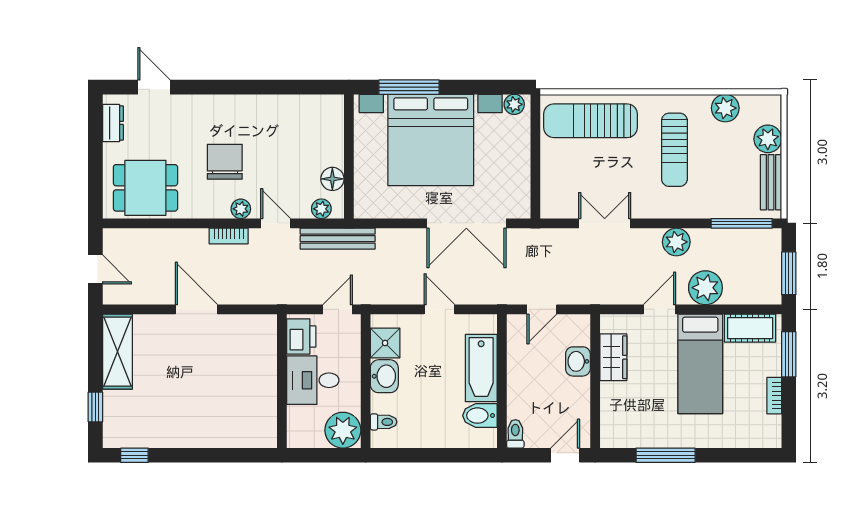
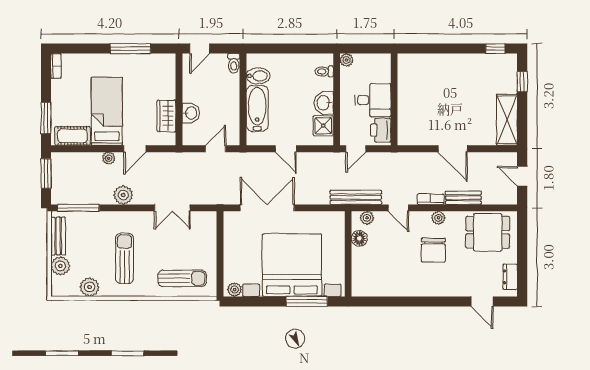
sun lounger: (590, 121) -> (182, 278), width x0.73, depth x0.75
plant: (241, 209) -> (438, 218), moved
bench: (181, 238) -> (463, 198), added
plant: (705, 288) -> (109, 158), width x0.53, depth x0.53
bookcase: (774, 396) -> (56, 66), moved
plant: (343, 430) -> (346, 60), width x0.53, depth x0.53

